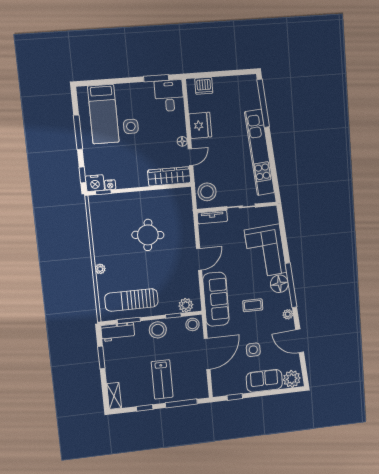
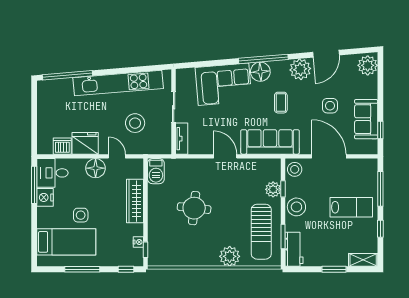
window: (156, 78) -> (34, 185), width x1.44
dishwasher: (204, 86) -> (62, 146), moved, turned -90
floor lamp: (182, 141) -> (96, 168), width x1.89, depth x1.89
wardrobe: (169, 176) -> (135, 201), moved
nightstand: (95, 183) -> (45, 197), moved, turned 180
stool: (207, 192) -> (135, 123), moved
barbecue: (180, 196) -> (156, 171), added
plant: (100, 269) -> (230, 256), width x1.88, depth x1.88
plant: (186, 305) -> (273, 189), moved
plant: (288, 314) -> (300, 69), width x1.88, depth x1.88
window: (101, 357) -> (334, 269), moved
sofa: (264, 381) -> (366, 119), moved

